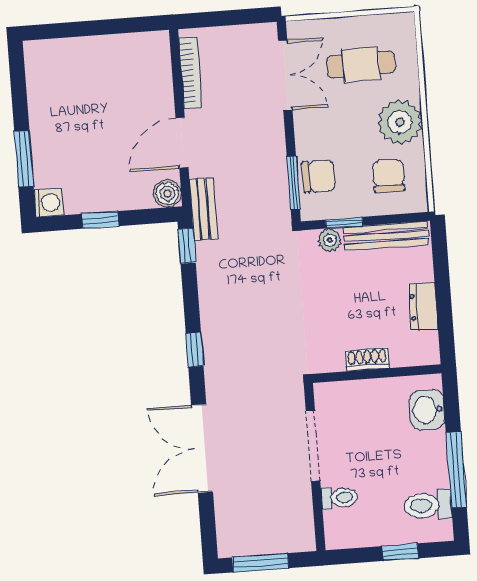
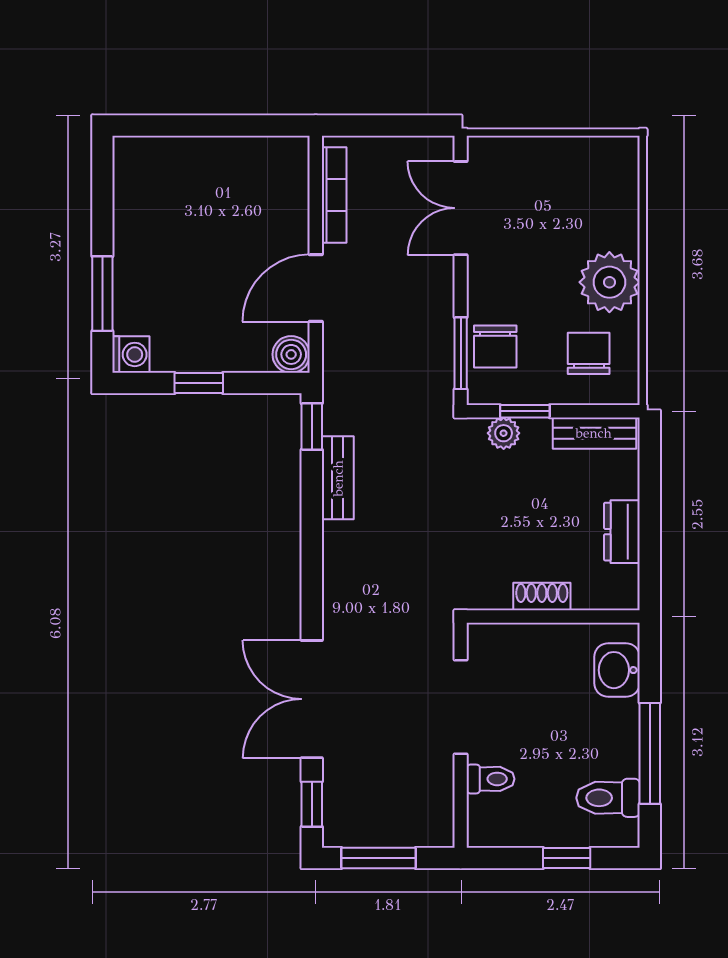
cafe table: (361, 65) -> (563, 201), removed
double door: (285, 75) -> (461, 208), swing flipped
chair: (319, 176) -> (495, 346), turned 90
bench: (203, 209) -> (338, 478), moved
bench: (386, 236) -> (594, 433), width x0.73
window: (195, 350) -> (312, 804), moved

